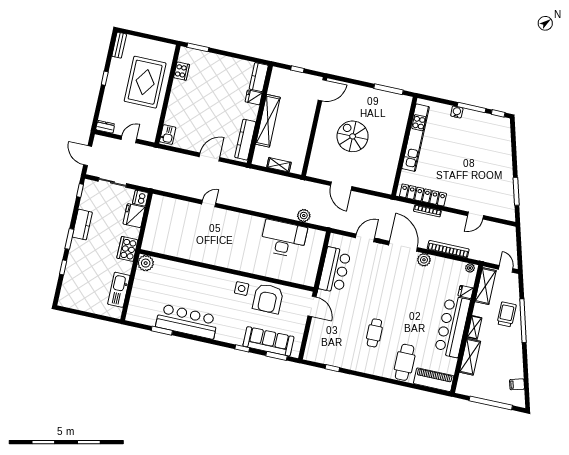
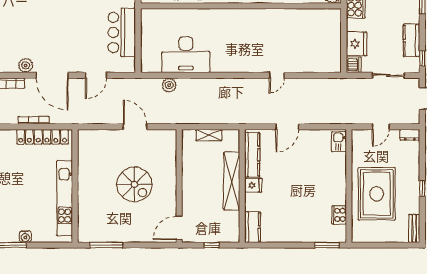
fridge: (254, 97) -> (253, 185), moved
kitchen counter: (82, 225) -> (411, 40), moved

